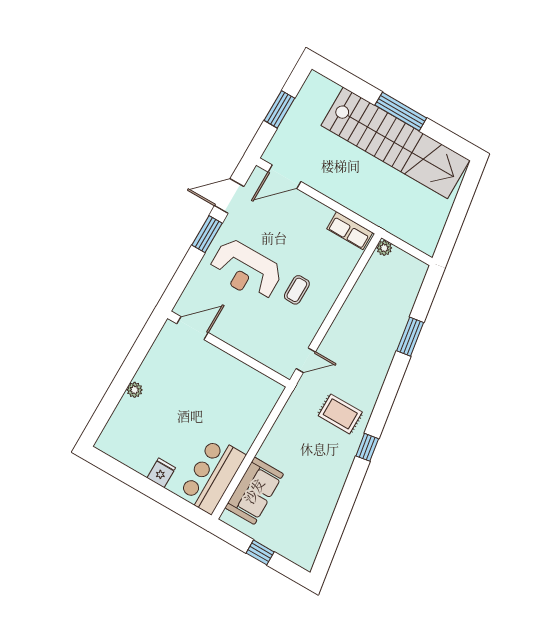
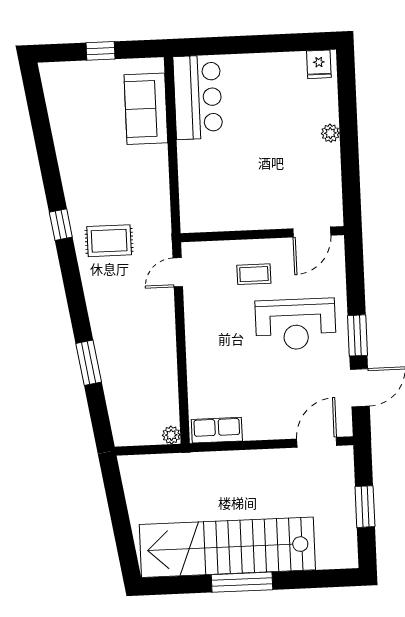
reception desk: (246, 270) -> (296, 324), turned 180
coffee table: (297, 290) -> (254, 274), moved, turned 90
fridge: (161, 473) -> (319, 64), moved

